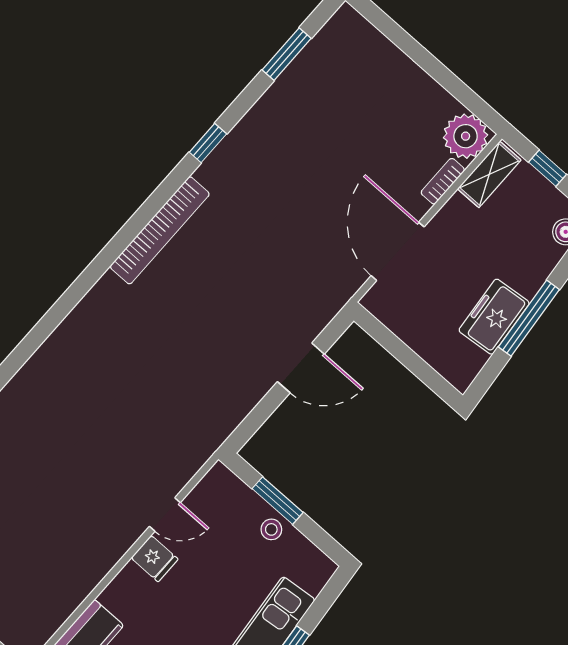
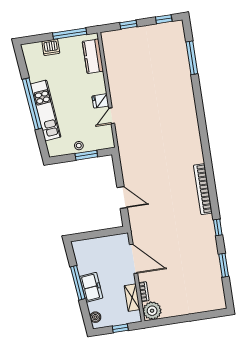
window: (287, 54) -> (224, 265), moved
shelving: (489, 174) -> (132, 298), moved
freezer: (494, 317) -> (91, 287), moved
door: (301, 368) -> (122, 198), swing flipped

